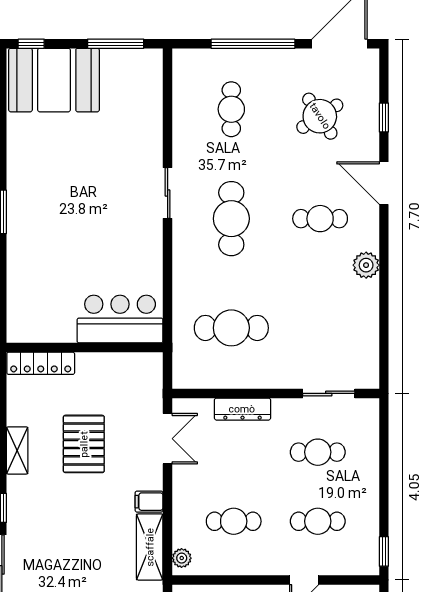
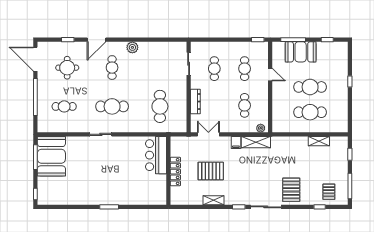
booth: (54, 80) -> (51, 156), moved
round table: (320, 116) -> (67, 68), turned 33
locker: (41, 363) -> (175, 172), moved

